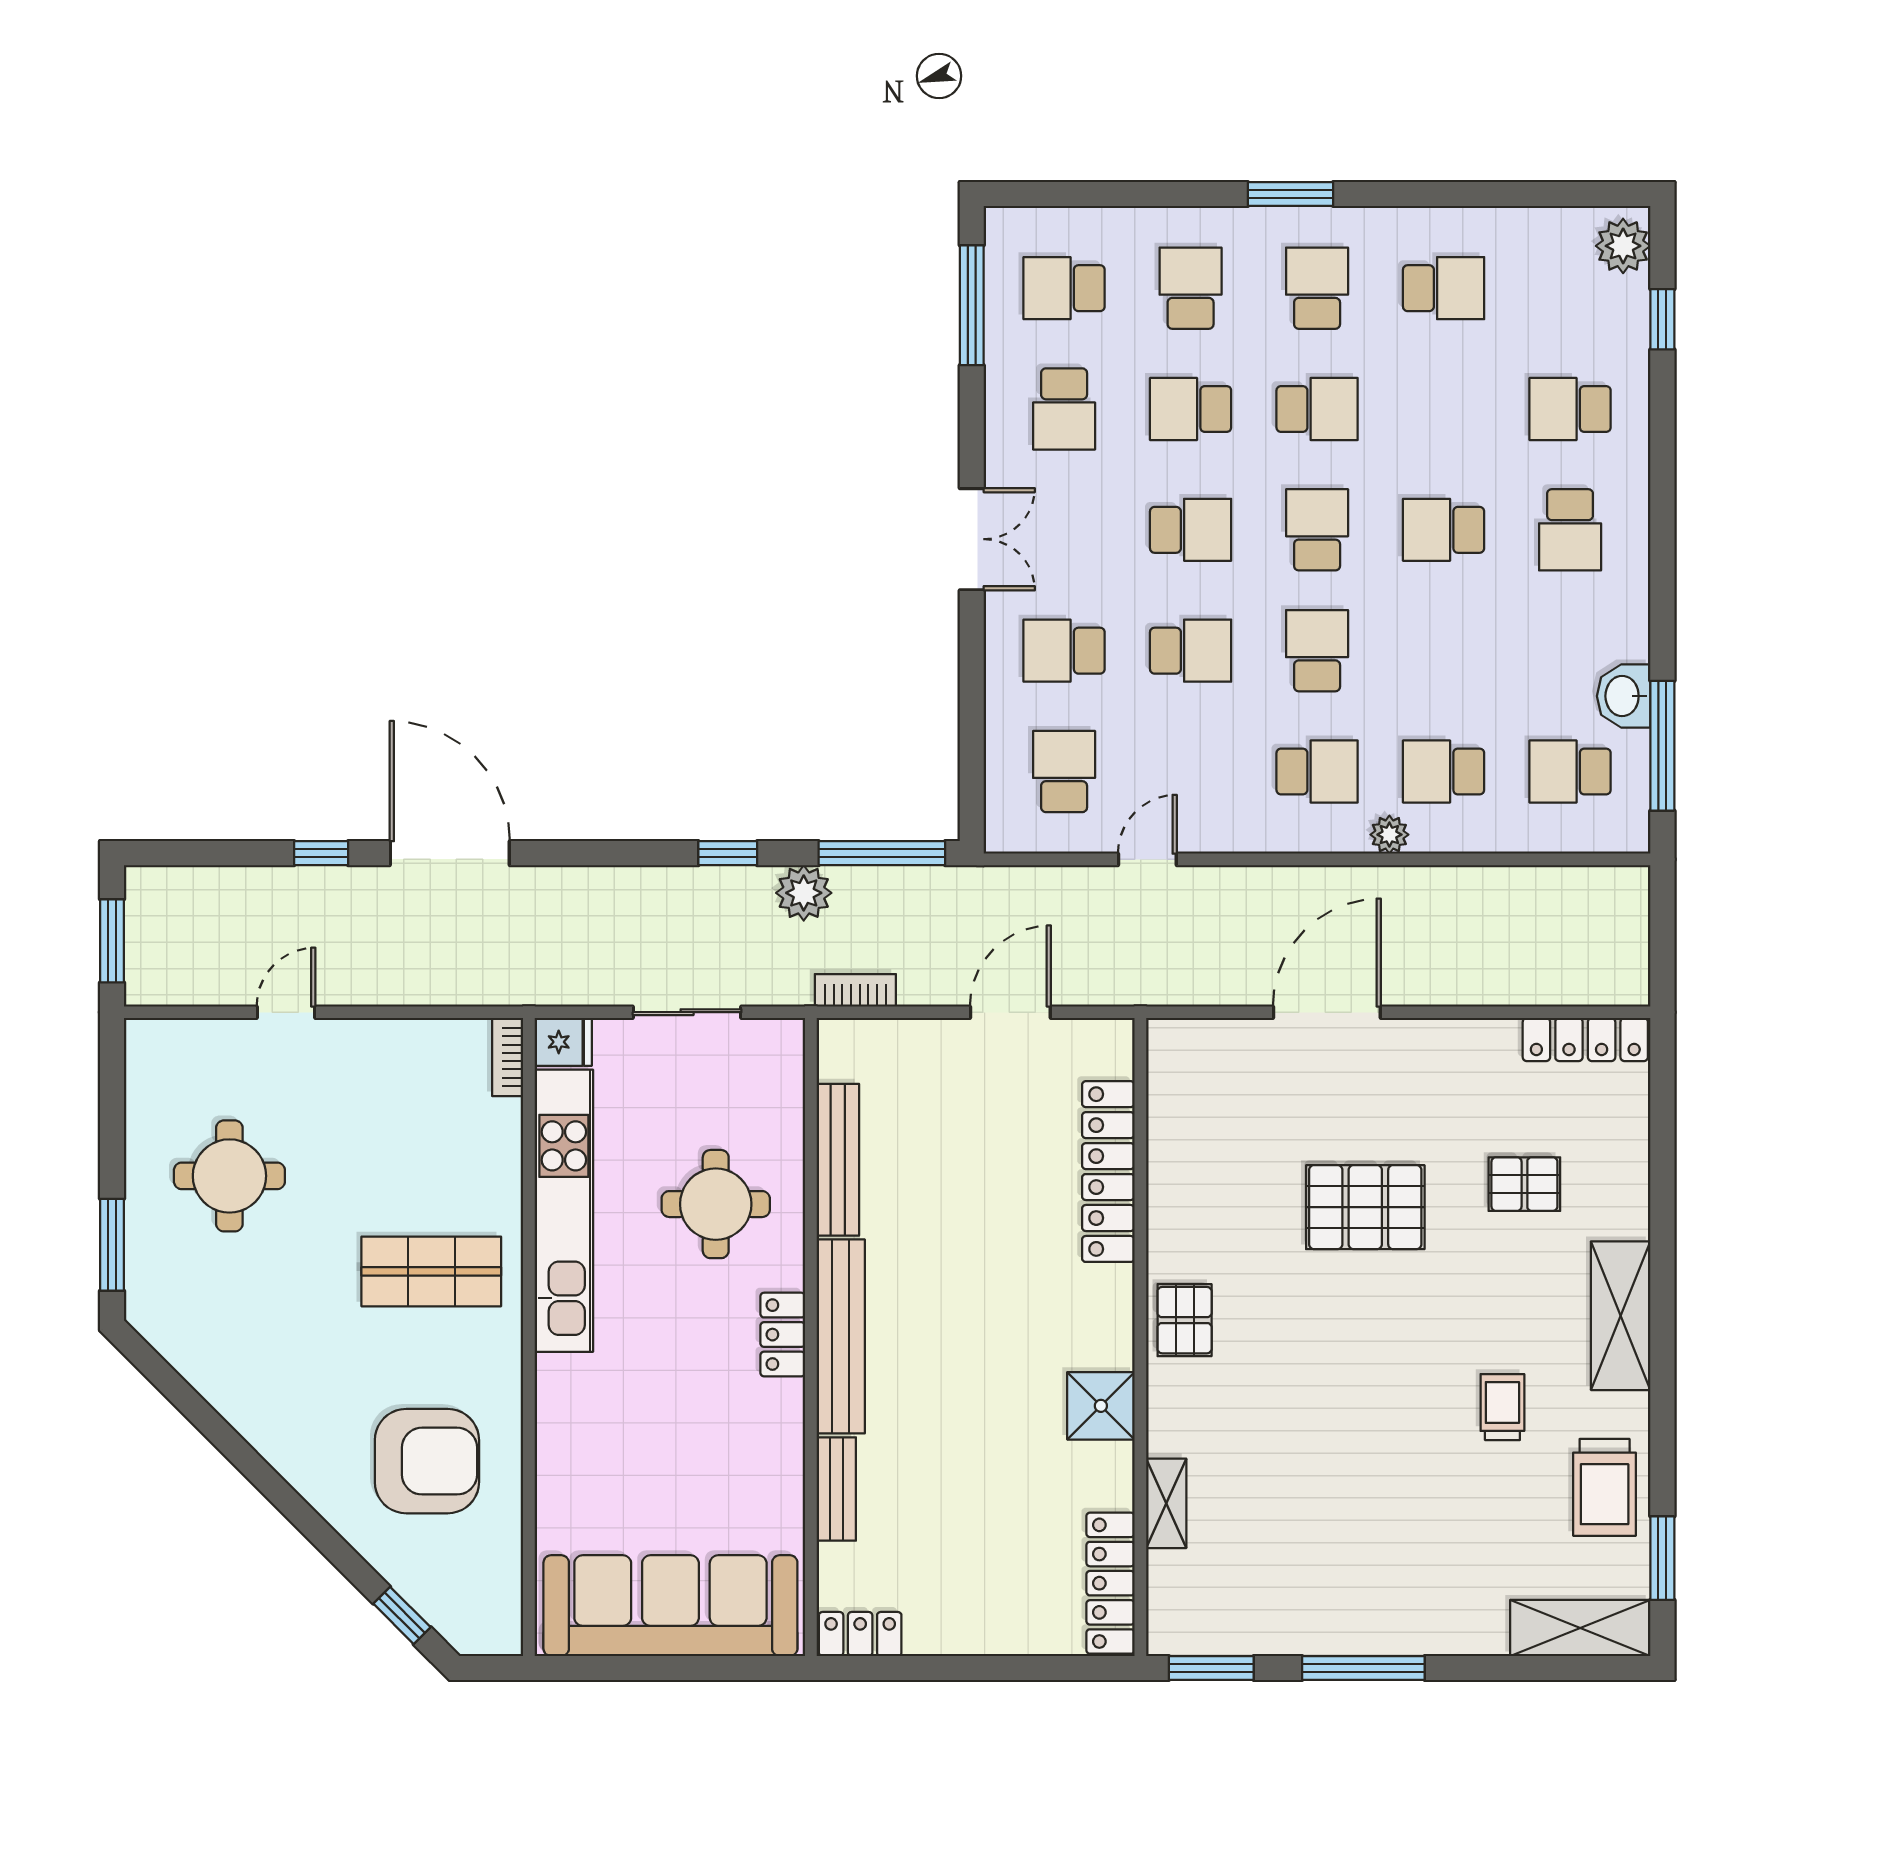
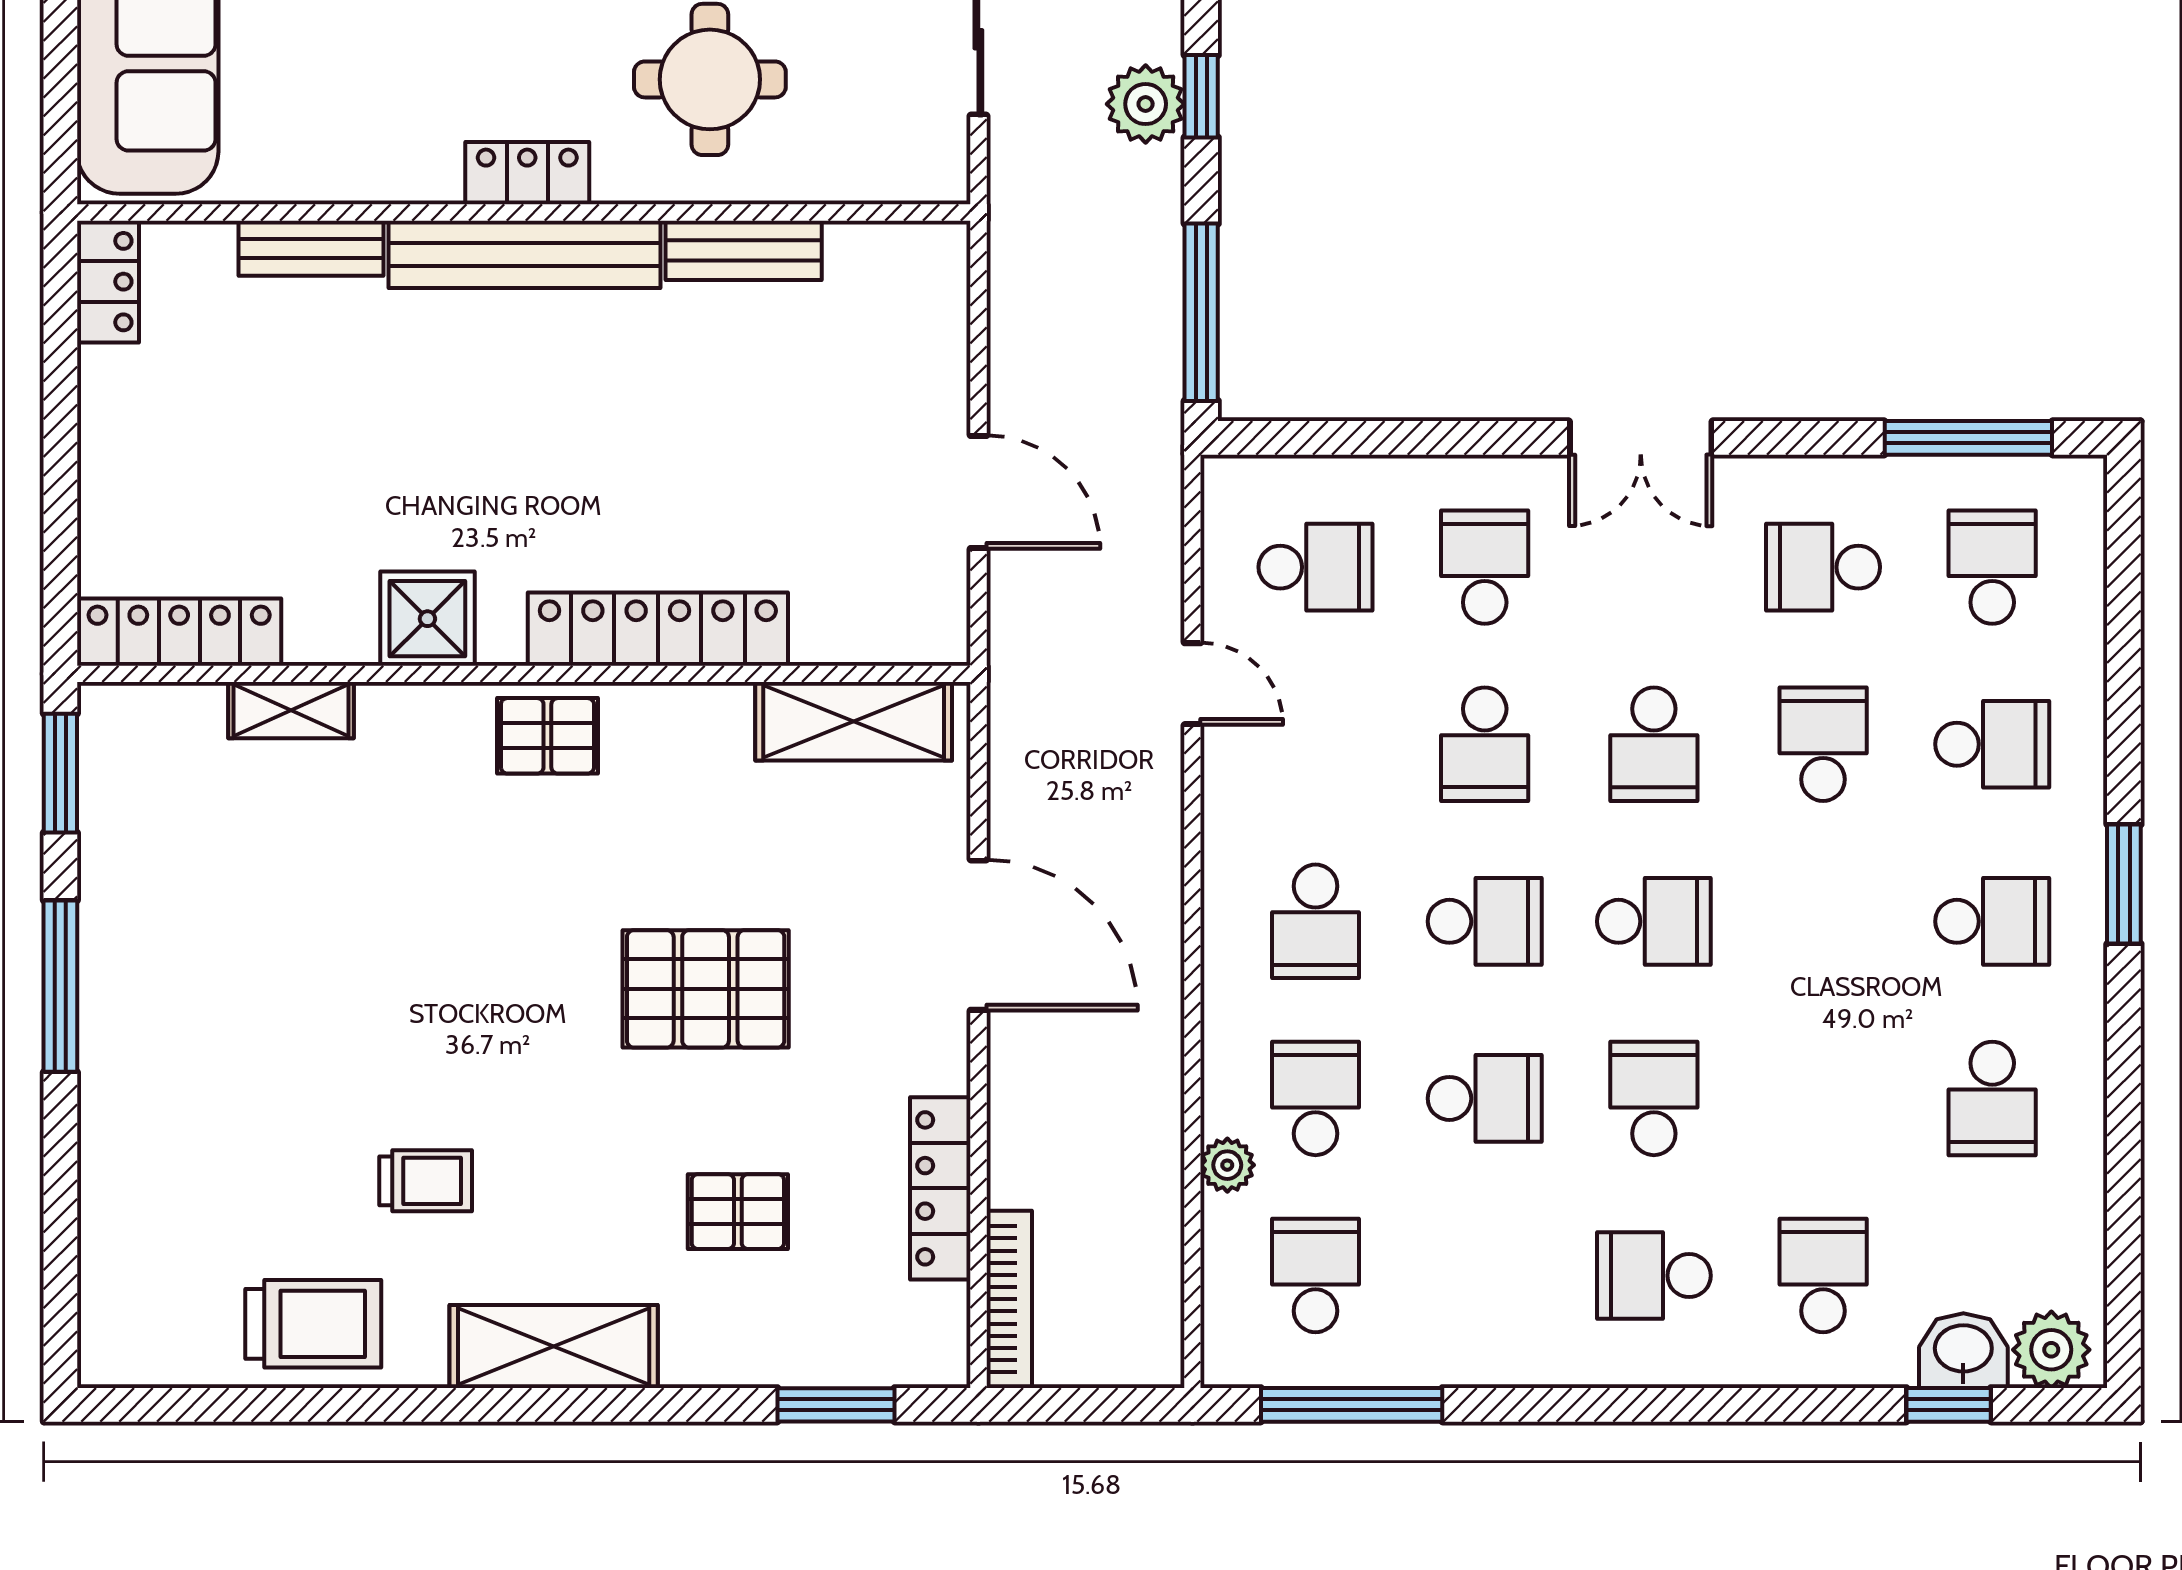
school desk: (1317, 409) -> (1485, 1098), moved, turned -90
washbasin: (1624, 696) -> (1963, 1351), moved
plant: (1389, 835) -> (1227, 1165), moved
plant: (804, 893) -> (1146, 104), moved
bookcase: (855, 990) -> (1009, 1299), moved, width x1.56
locker: (1585, 1040) -> (940, 1188), moved
bench: (838, 1160) -> (744, 250), width x0.73
locker: (1108, 1172) -> (658, 629), moved
pallet: (1524, 1184) -> (738, 1212), turned 90
pallet: (1365, 1207) -> (706, 989), turned 90
trolley: (1605, 1487) -> (313, 1324), turned 180
window: (1662, 1558) -> (836, 1405), moved
shelving: (1580, 1628) -> (854, 721), moved, turned 90

